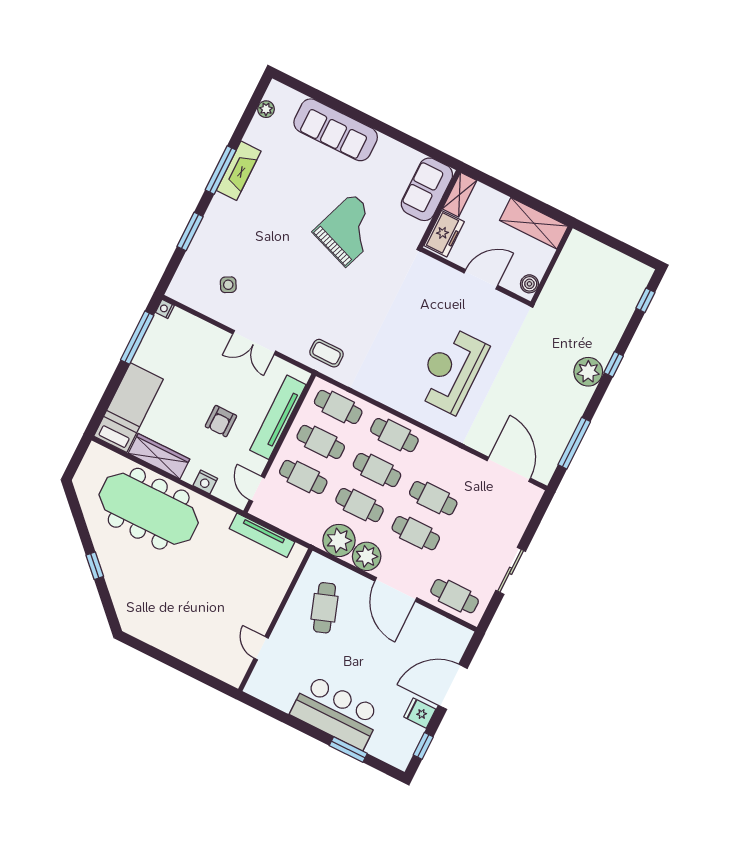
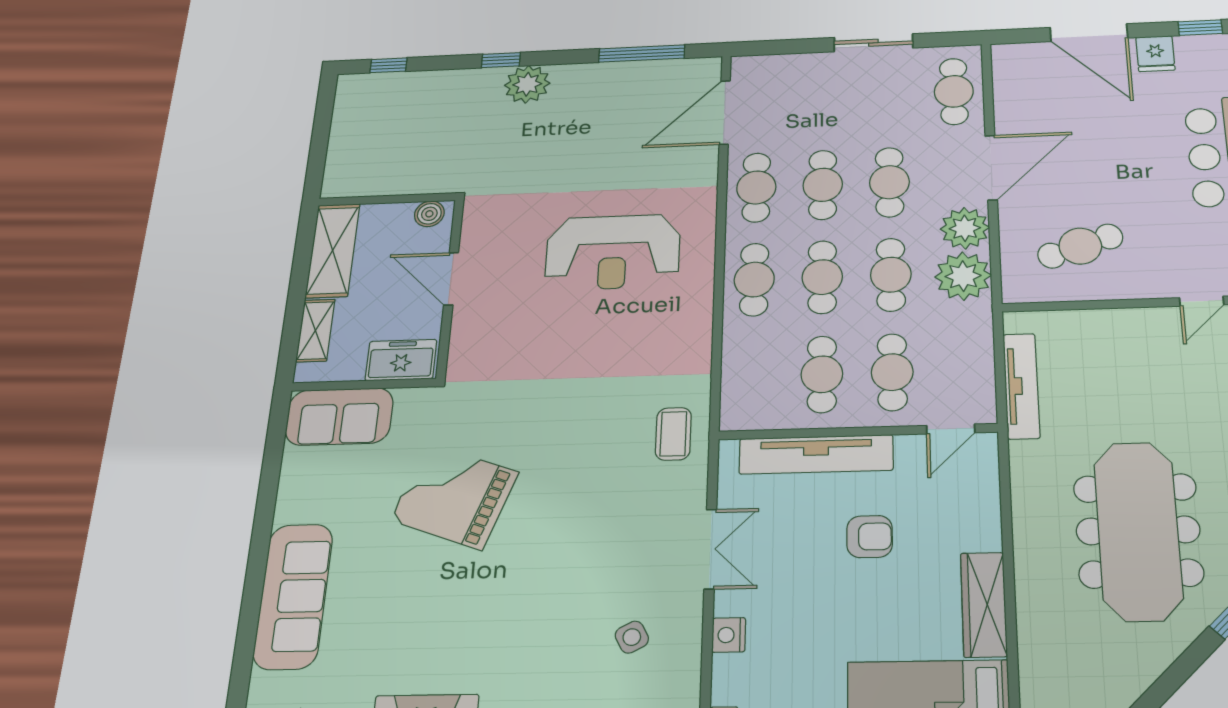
shelving: (460, 195) -> (315, 330), moved, turned 90
cafe table: (338, 407) -> (756, 187), moved
nightstand: (205, 482) -> (729, 635), moved, turned 180
meeting table: (149, 509) -> (1138, 530), moved

